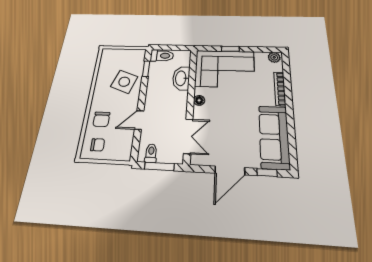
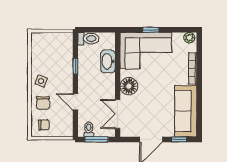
window: (146, 69) -> (75, 66), moved
side table: (124, 82) -> (41, 81), moved, width x0.54, depth x0.54
floor lamp: (199, 100) -> (129, 86), width x1.89, depth x1.89
door: (139, 120) -> (75, 102), hinge flipped
double door: (188, 136) -> (118, 114), swing flipped

